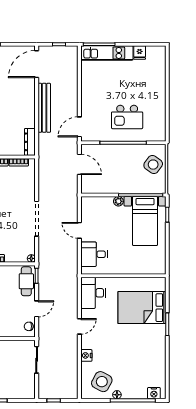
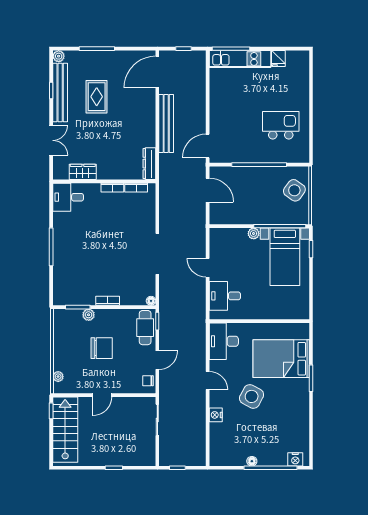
kitchen island: (127, 117) -> (281, 125), moved, turned 180
door: (79, 326) -> (208, 381), hinge flipped
side table: (102, 382) -> (252, 396), moved

